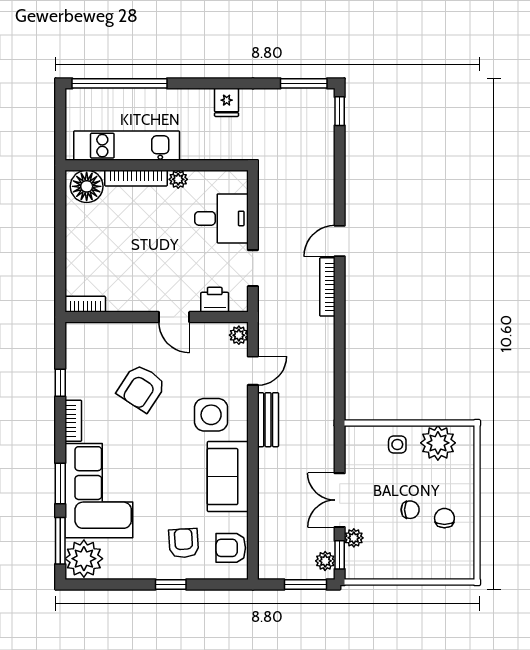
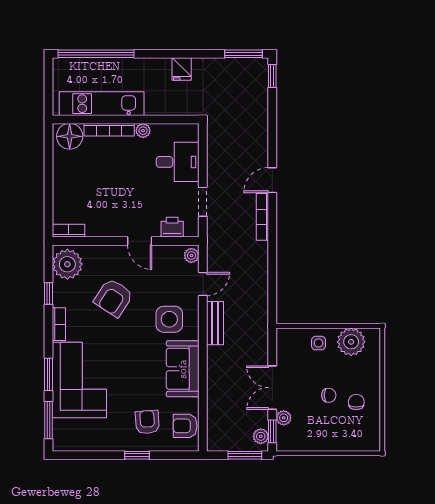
plant: (84, 559) -> (67, 264), moved

